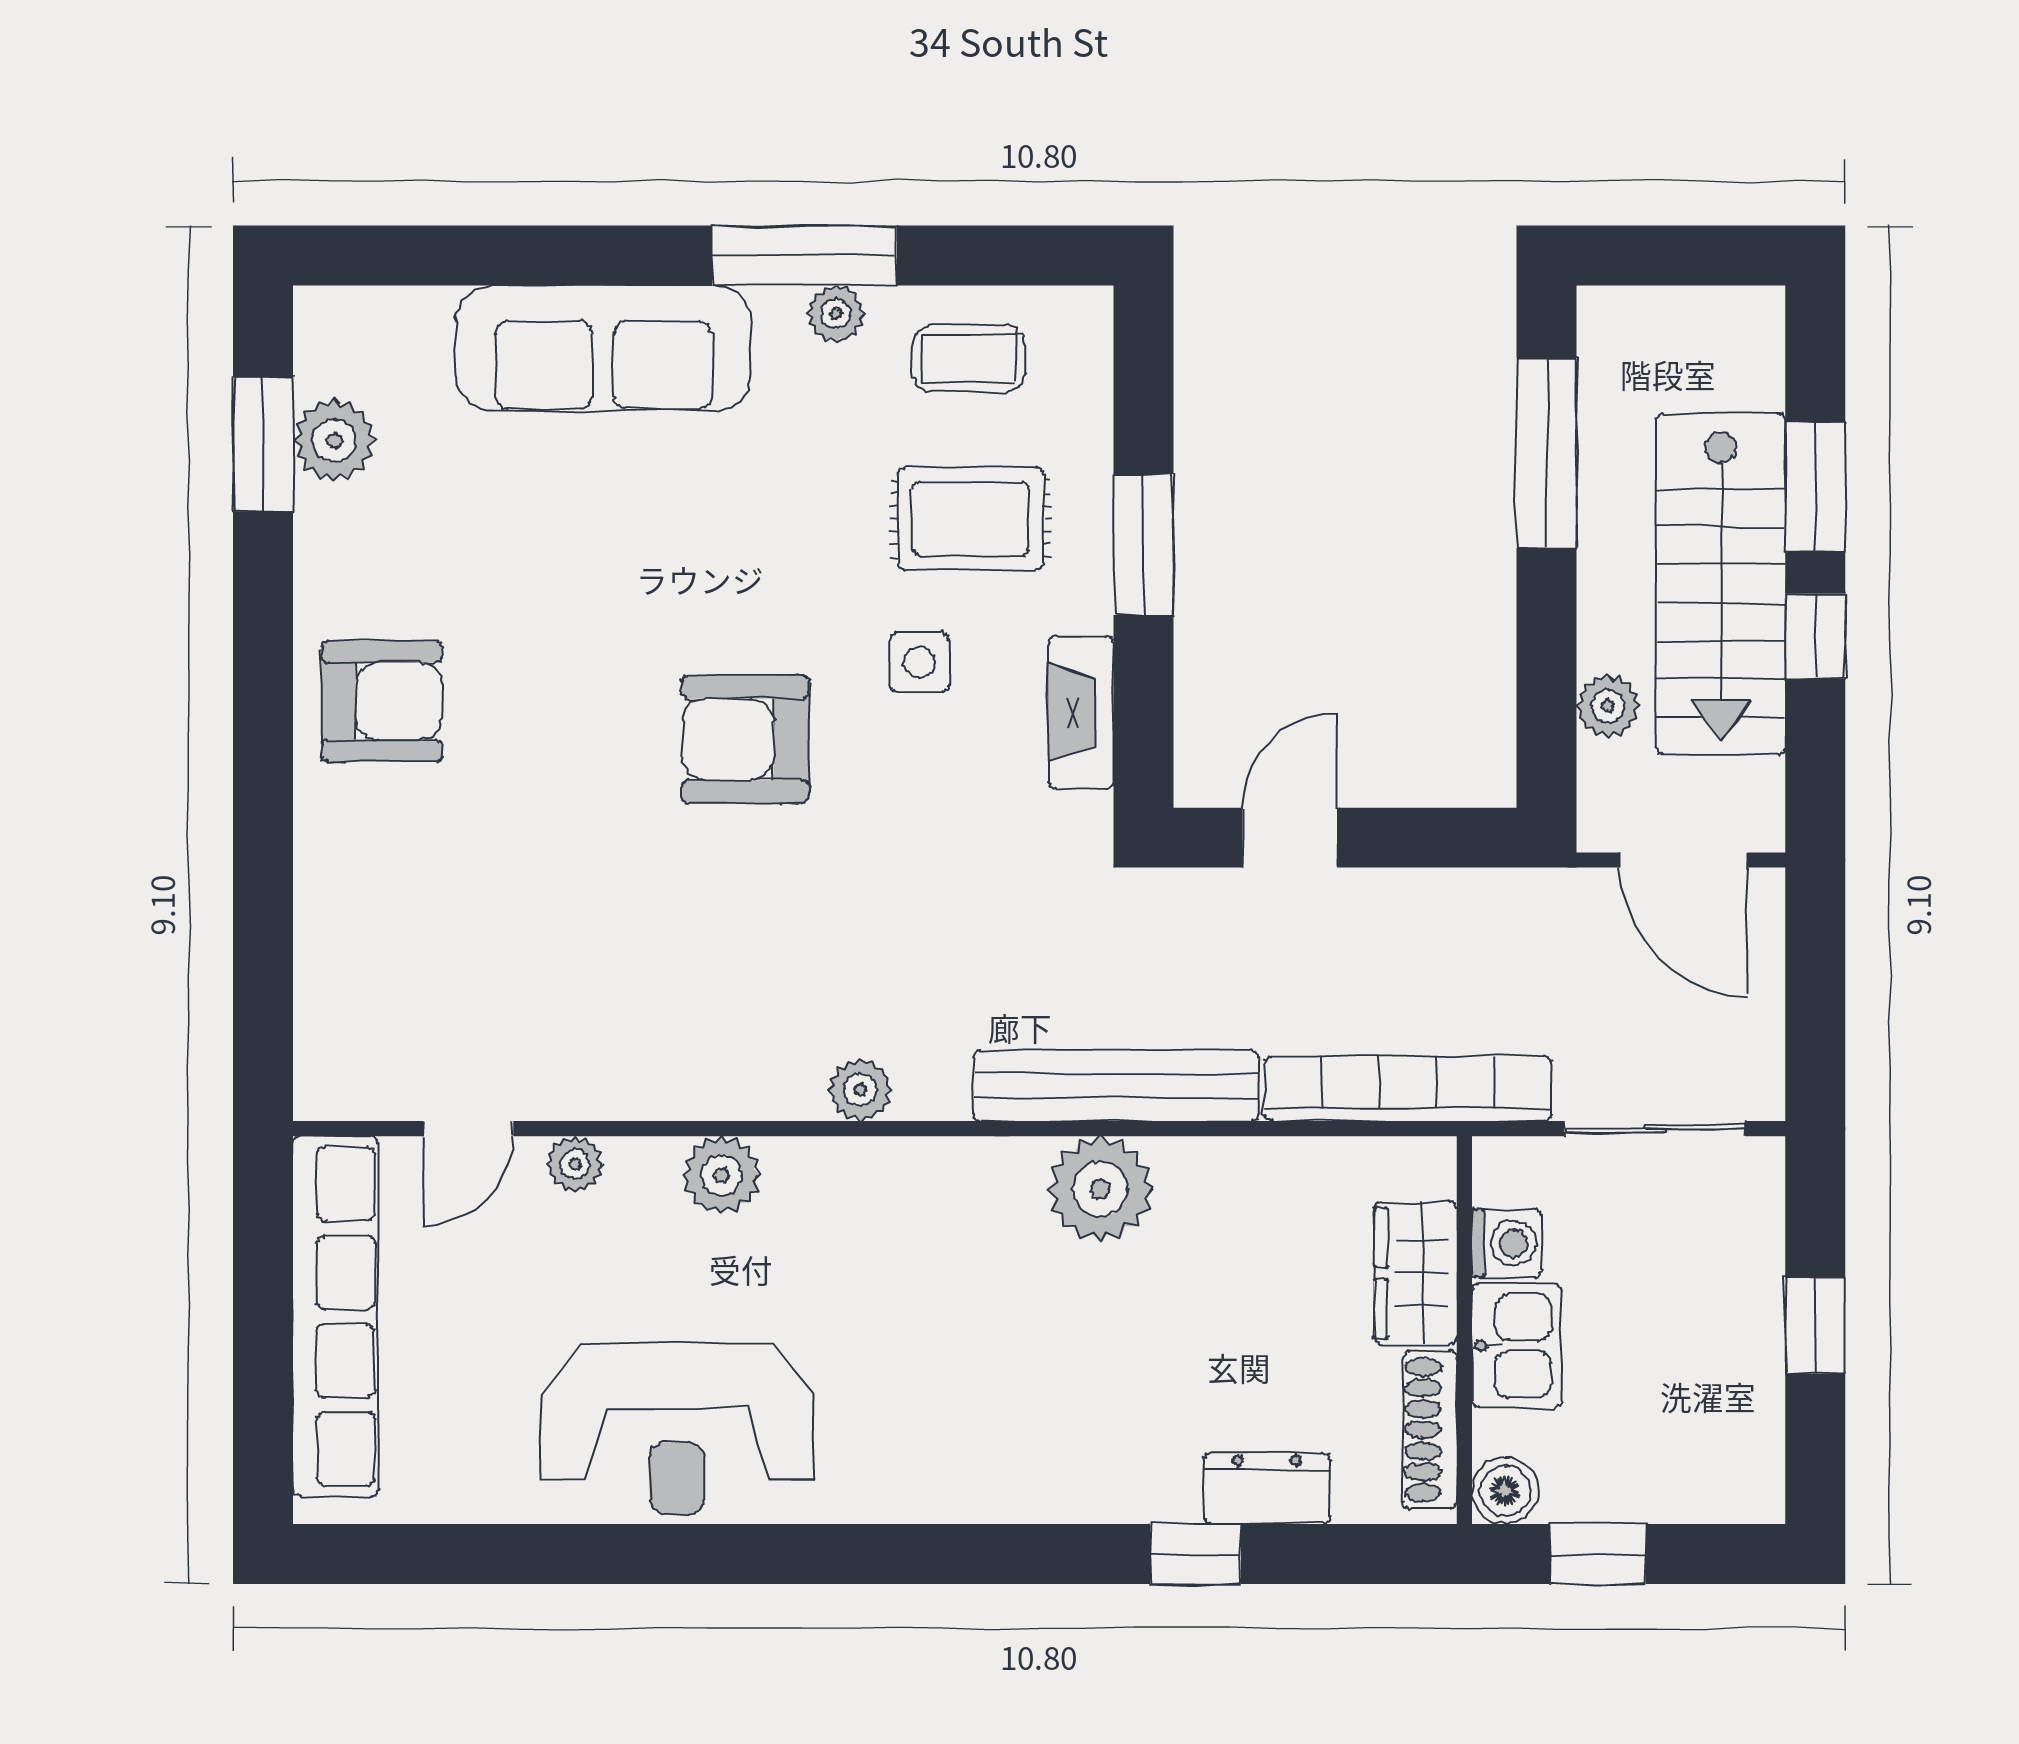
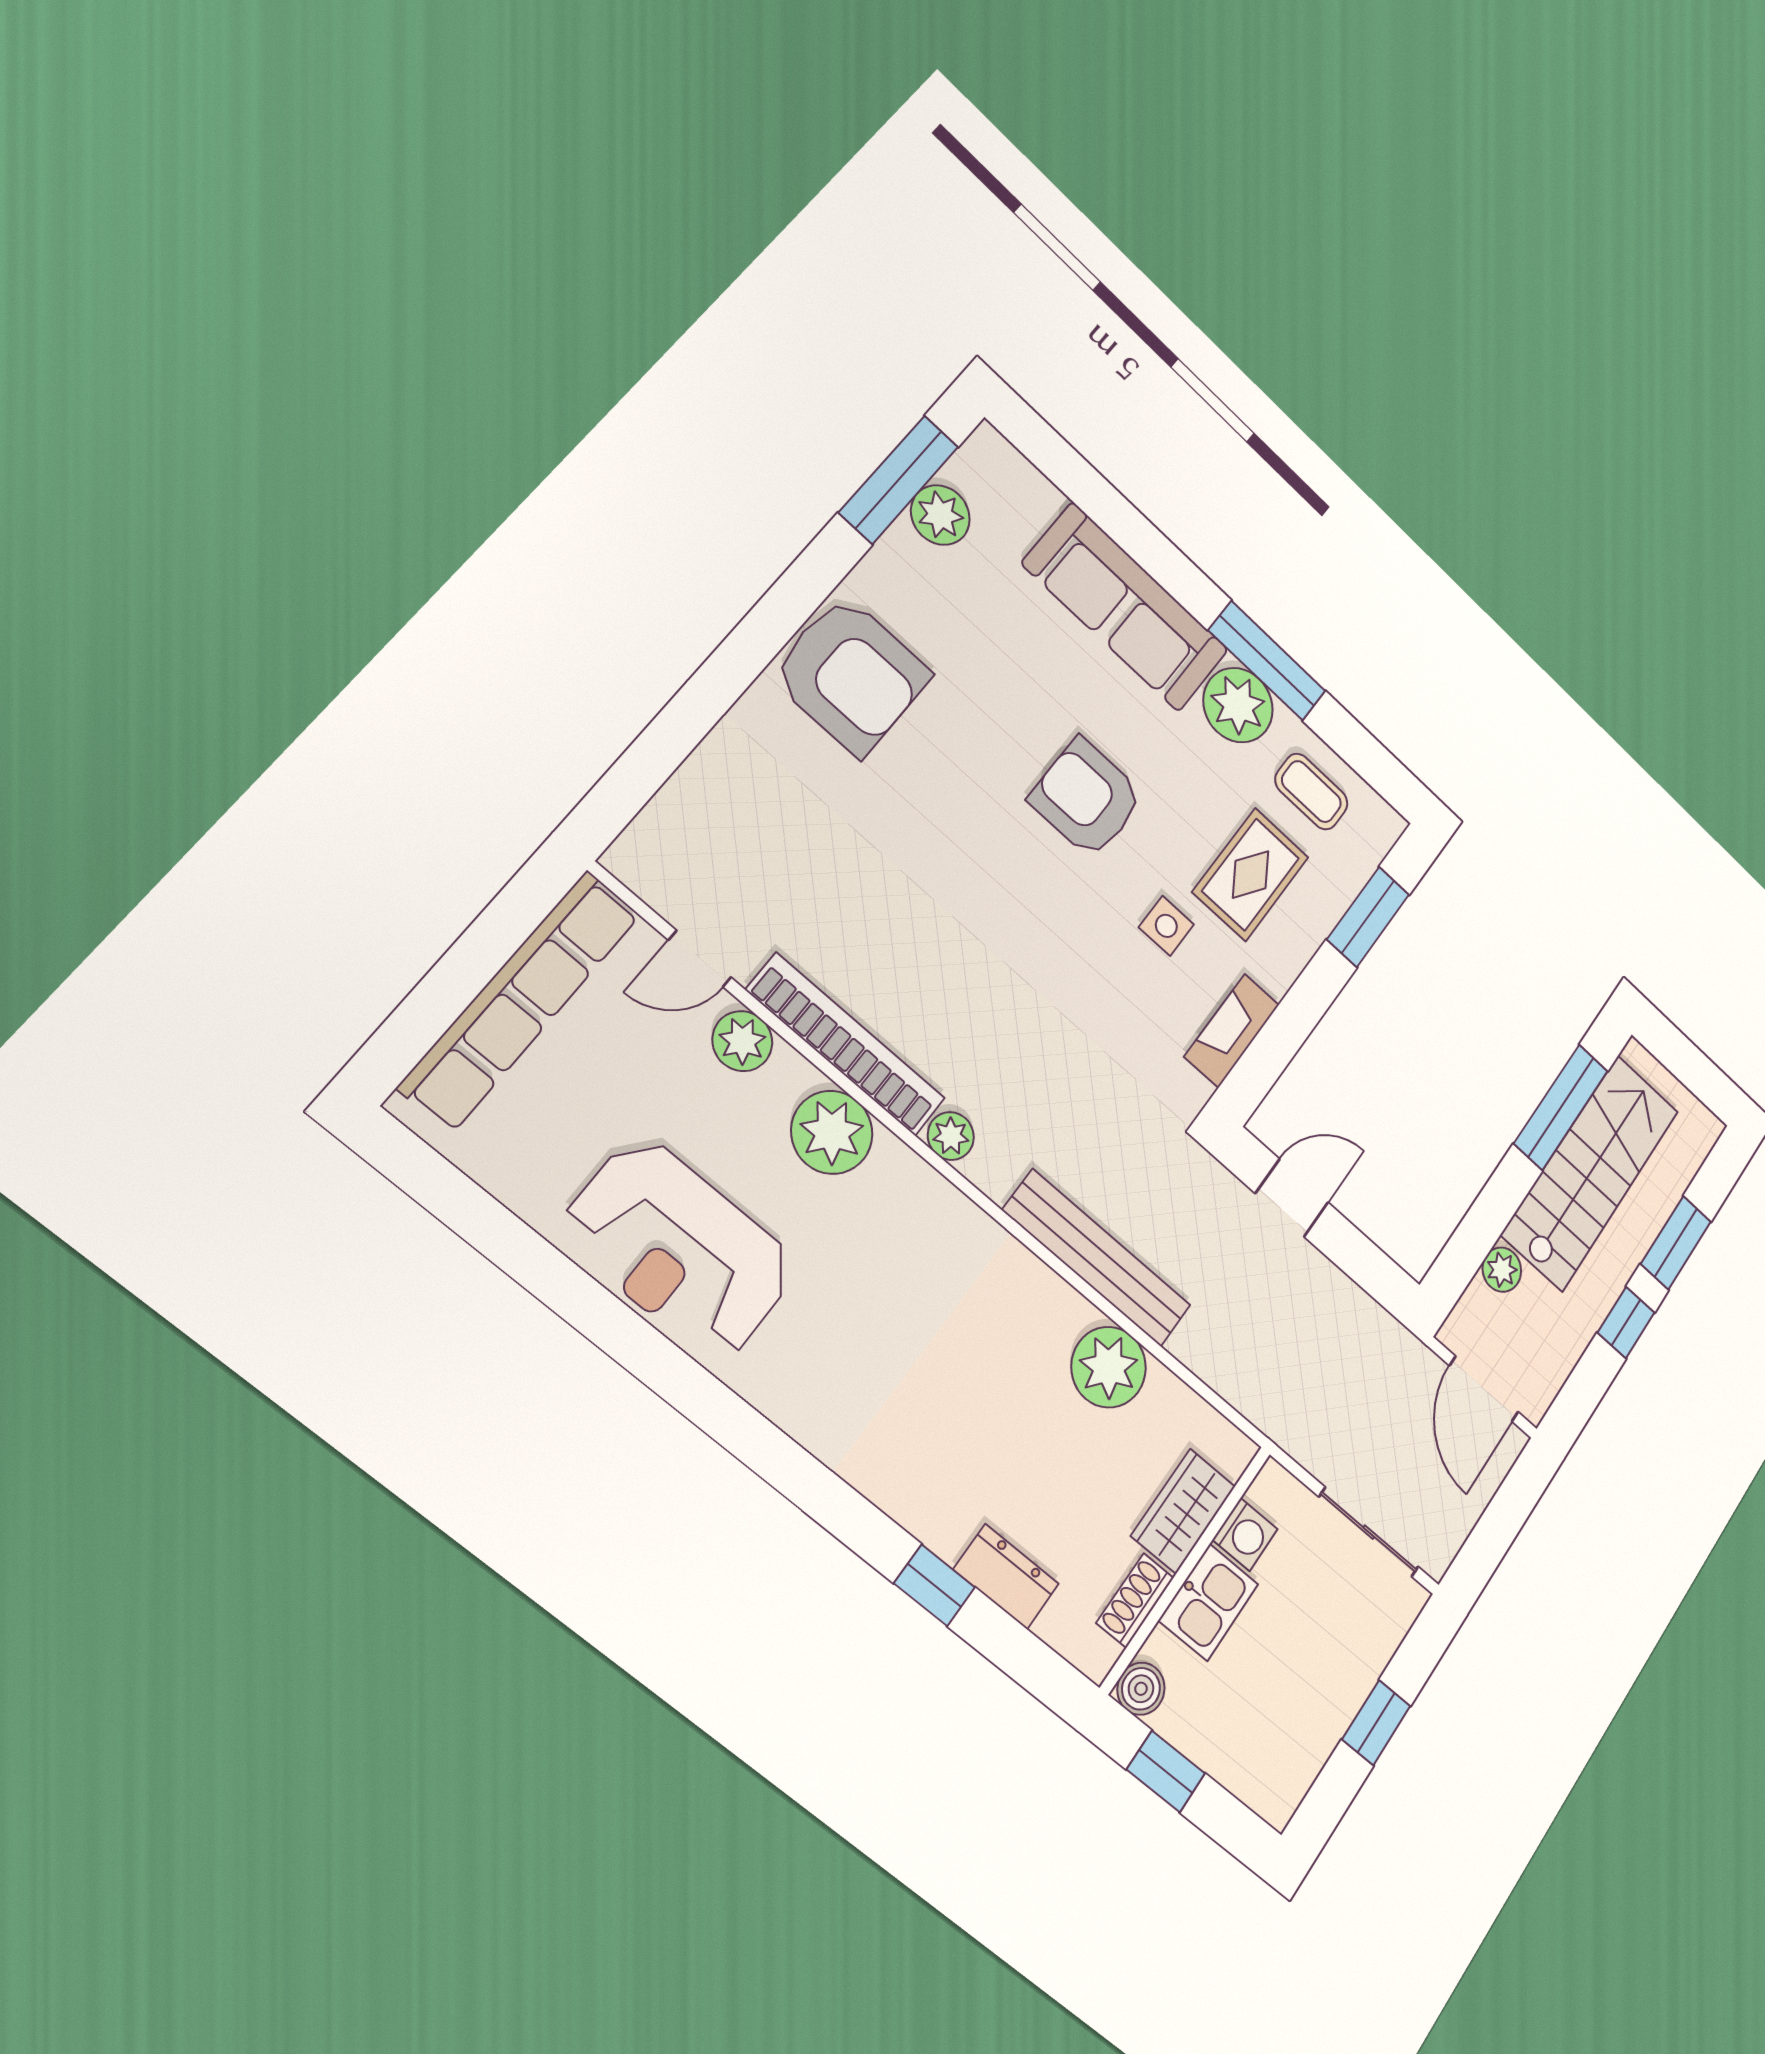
plant: (836, 314) -> (1238, 705), width x1.87, depth x1.87
window: (263, 444) -> (899, 480), width x1.44
rug: (971, 519) -> (1251, 875), turned 90
window: (1144, 544) -> (1368, 917), moved
stairs: (1721, 584) -> (1591, 1172), moved, turned 180
armchair: (382, 701) -> (851, 675), width x1.36, depth x1.36
armchair: (745, 739) -> (1087, 798), moved
bookcase: (1408, 1089) -> (846, 1044), moved
plant: (575, 1164) -> (742, 1041), width x1.38, depth x1.38
plant: (721, 1175) -> (832, 1132), width x1.36, depth x1.36
plant: (1100, 1189) -> (1109, 1367), moved
shoe rack: (1430, 1430) -> (1135, 1600), width x0.70

